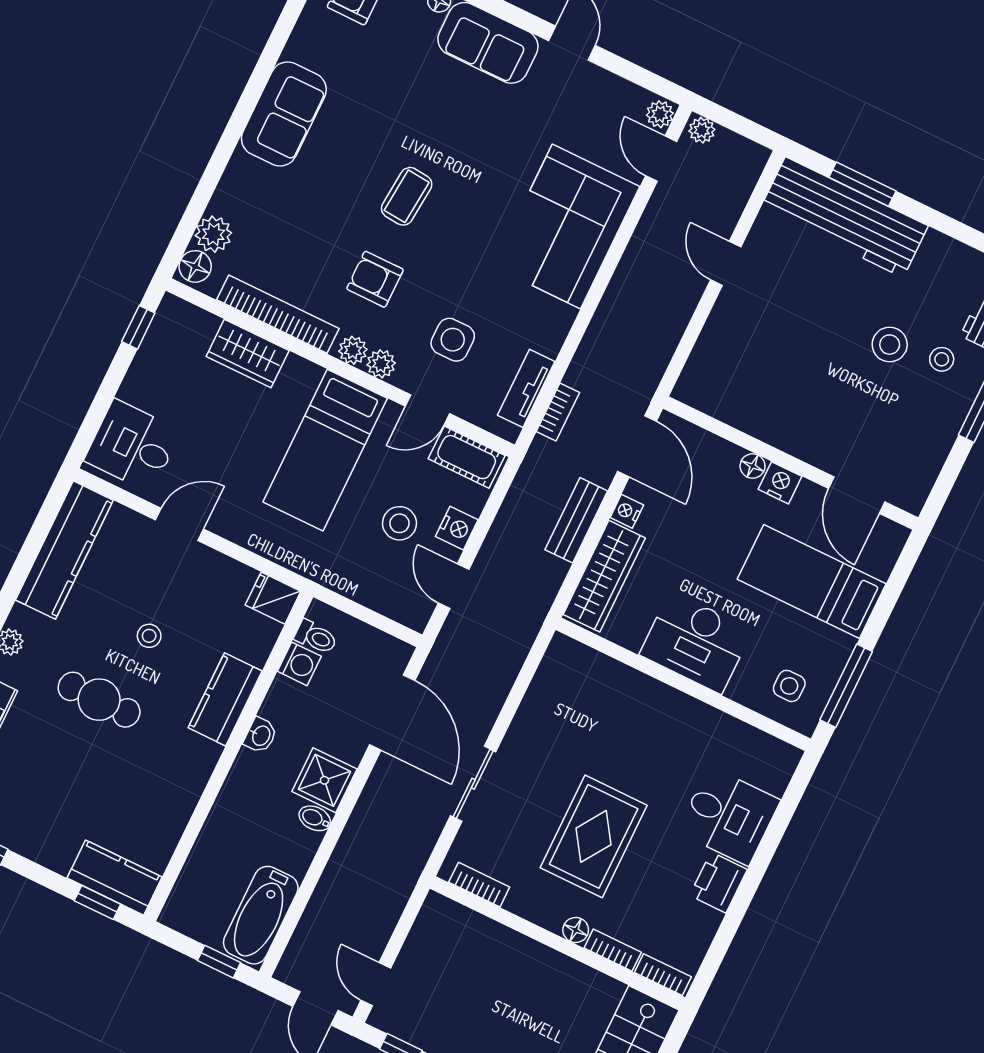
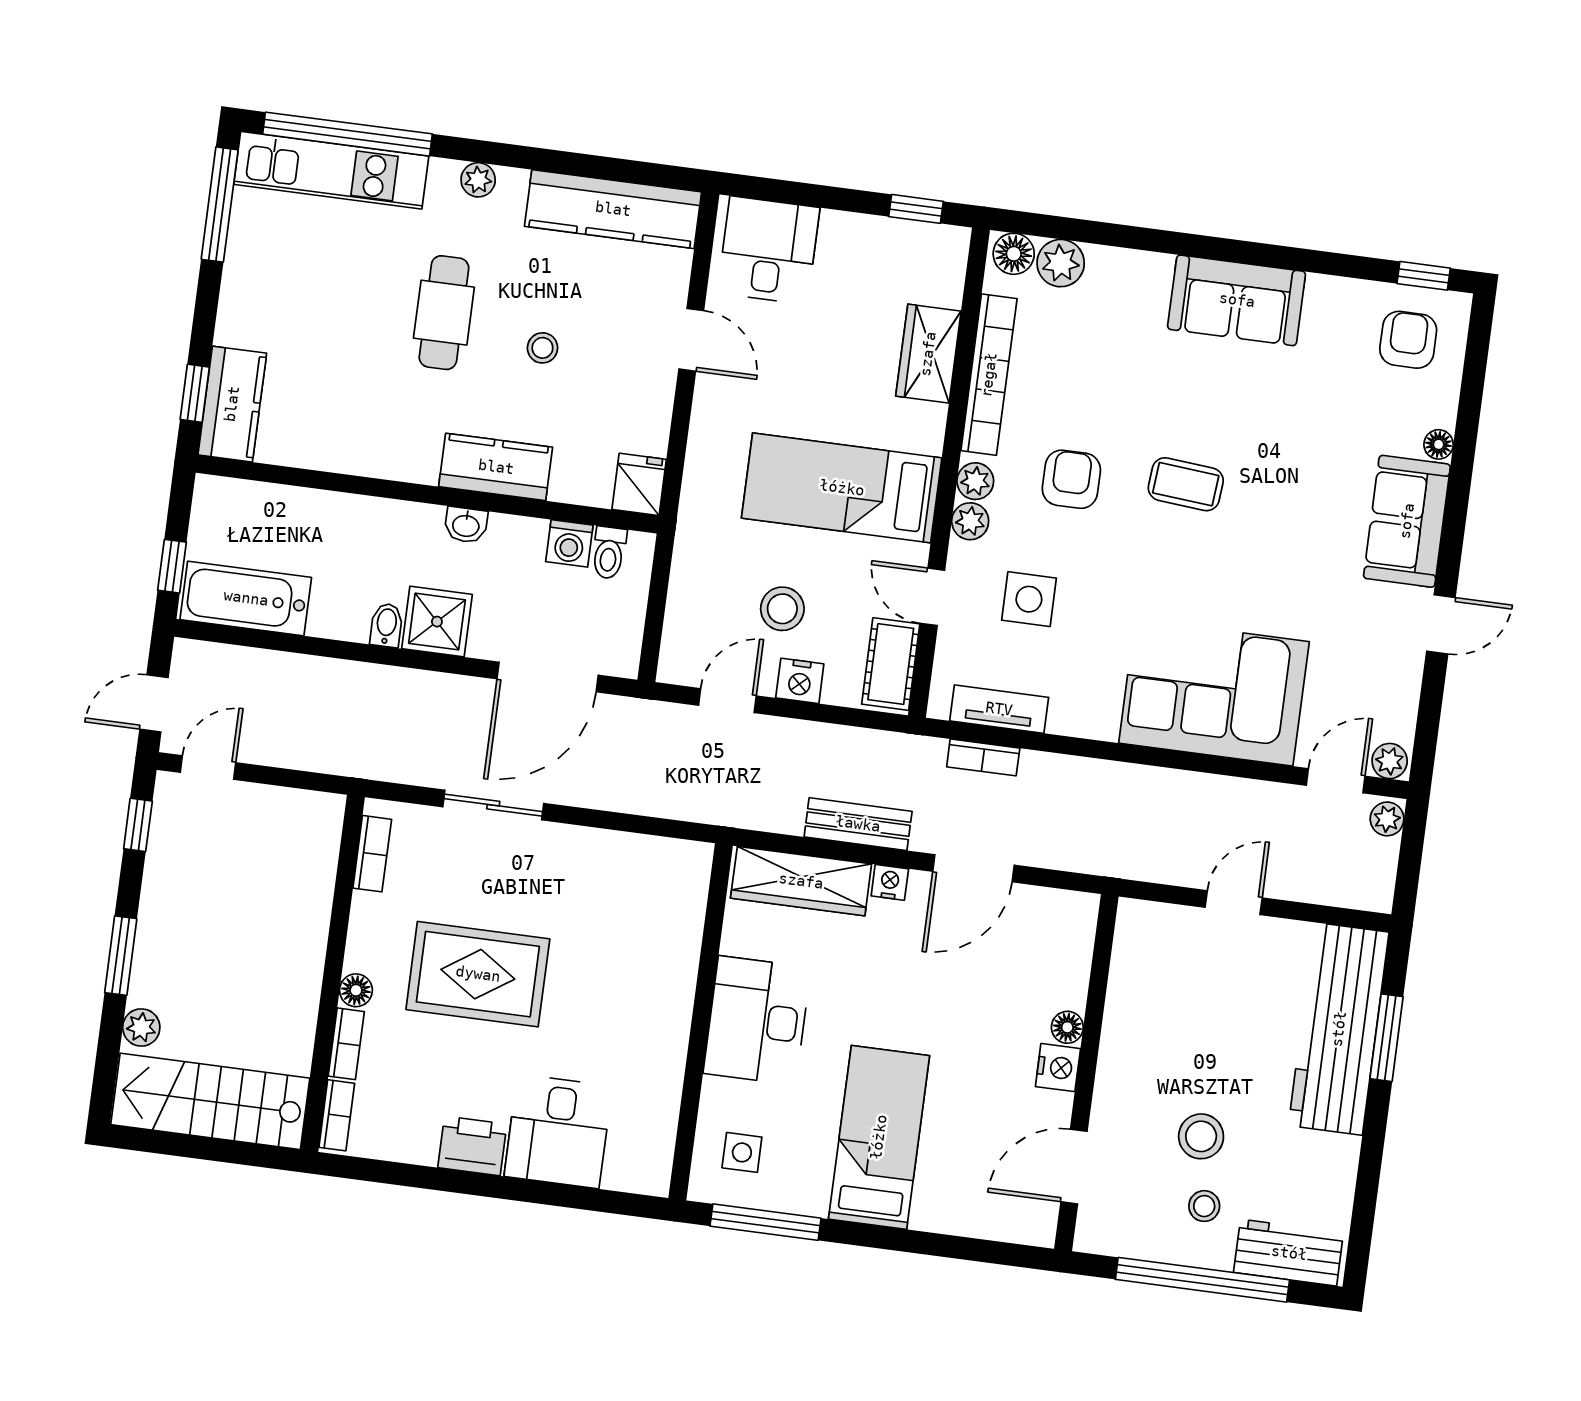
wall: (791, 463) -> (1086, 1073), moved
floor lamp: (753, 466) -> (1067, 1027), moved
nightstand: (780, 483) -> (1058, 1068), moved
door: (857, 495) -> (1074, 1167), moved

